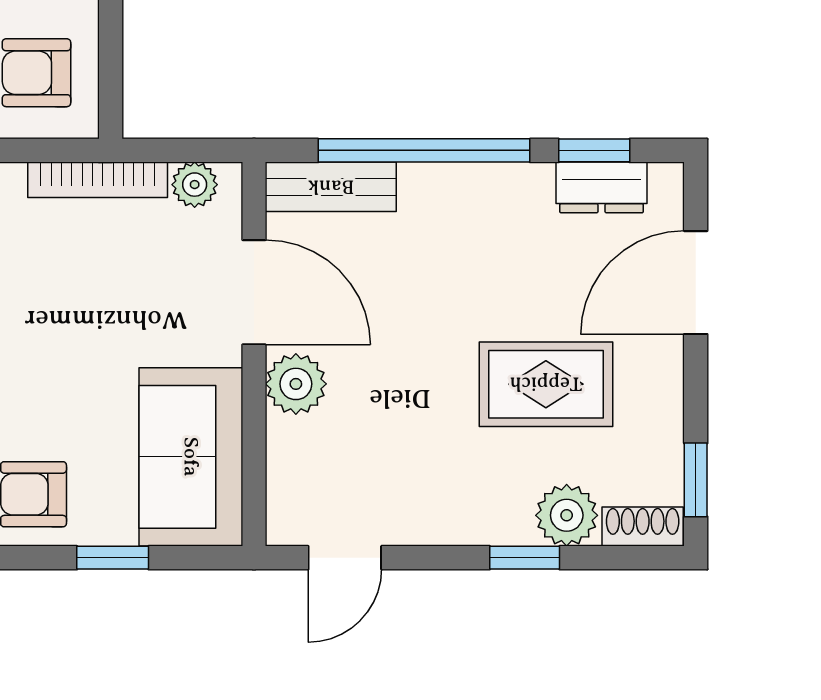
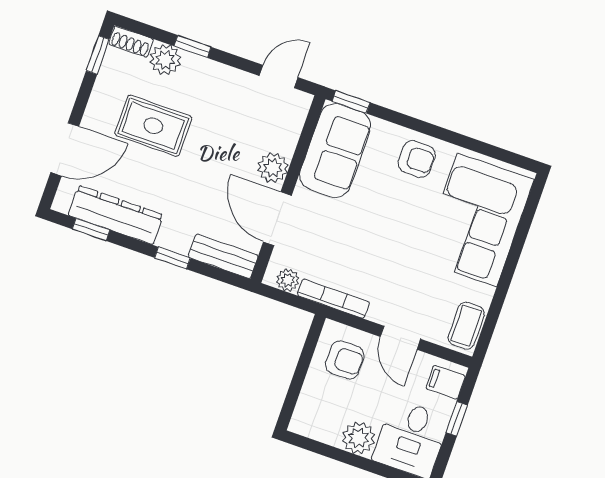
window: (424, 150) -> (172, 258), width x0.32
dresser: (602, 187) -> (116, 215), width x1.96, depth x1.24
window: (113, 558) -> (351, 102), moved

